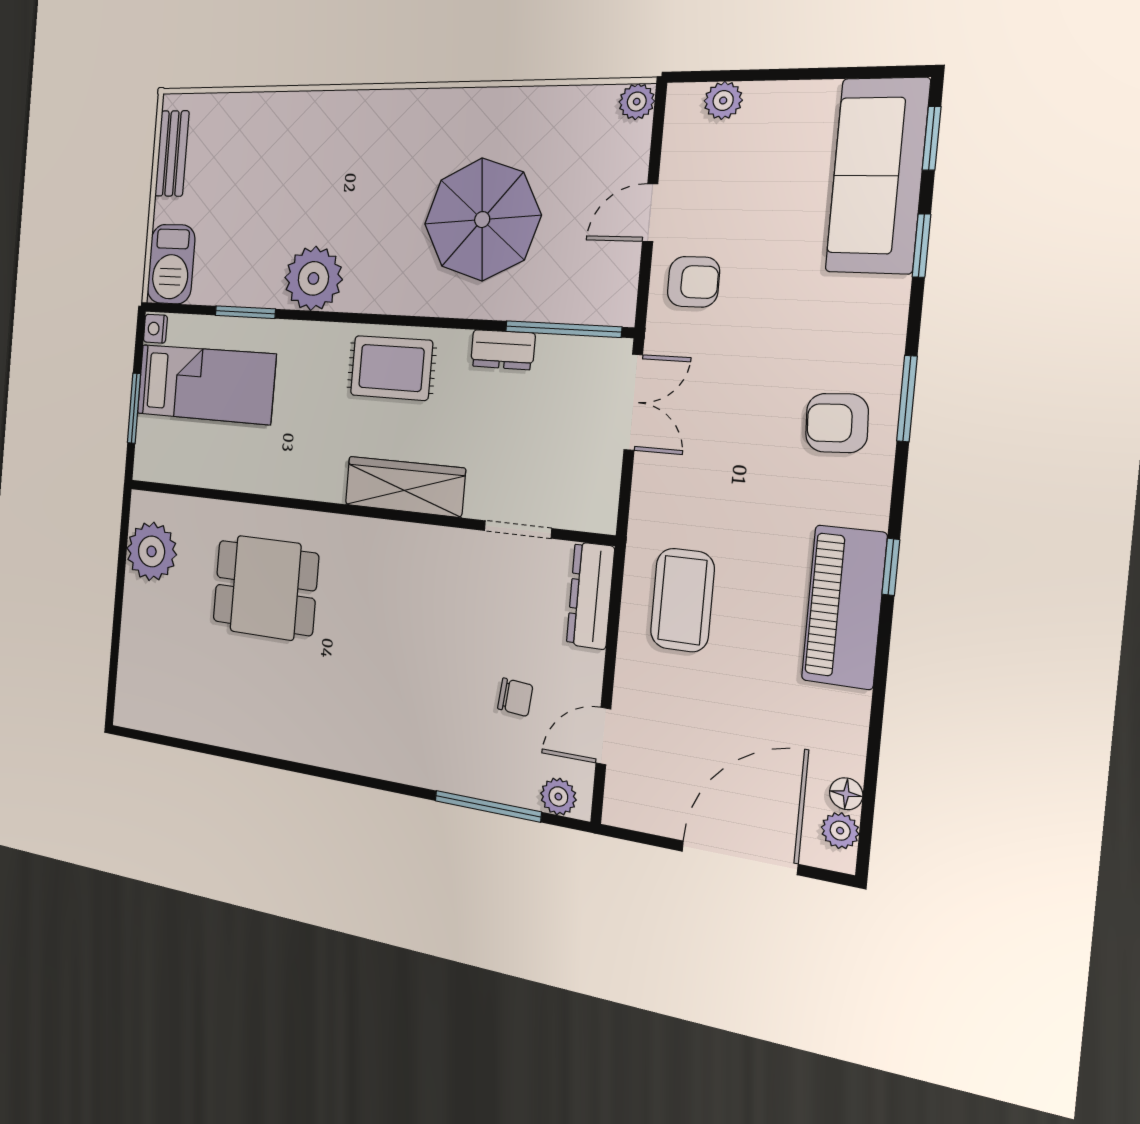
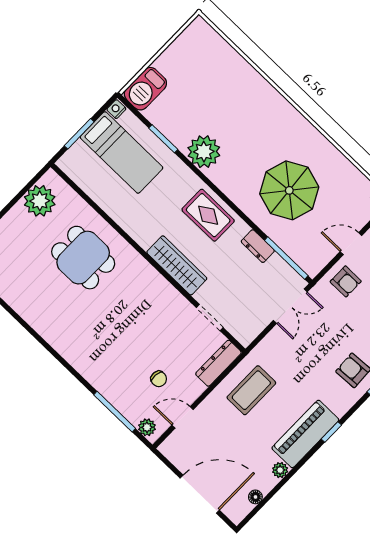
bench: (172, 153) -> (183, 43), removed
plant: (840, 831) -> (280, 470), moved

